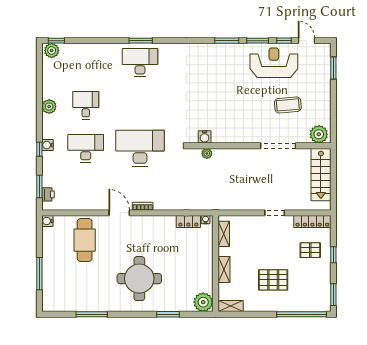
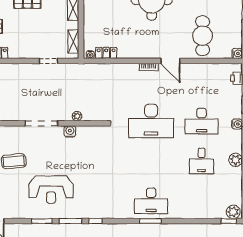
window: (284, 41) -> (95, 221), moved
reception desk: (274, 63) -> (51, 190), moved
water cooler: (205, 137) -> (70, 131), moved
doorway: (278, 146) -> (41, 123), moved
plant: (207, 153) -> (77, 116), moved
doorway: (275, 213) -> (48, 61), moved

